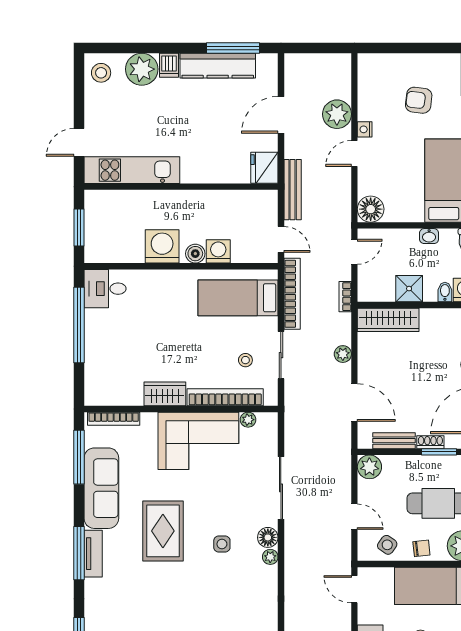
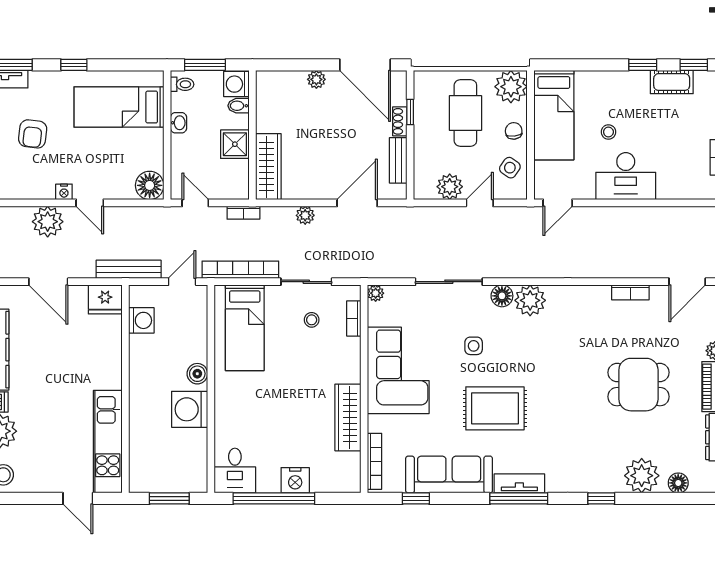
washing machine: (218, 251) -> (141, 320), moved, turned 180
nightstand: (96, 345) -> (295, 480), added
wardrobe: (165, 394) -> (348, 417), width x1.50
bookcase: (225, 397) -> (354, 318), width x0.43, depth x0.76
plant: (248, 420) -> (376, 293), moved
window: (439, 452) -> (410, 112), width x0.67
window: (79, 457) -> (416, 498), width x0.46
plant: (369, 467) -> (450, 187), moved
side table: (222, 544) -> (474, 346), moved
plant: (270, 557) -> (530, 300), width x1.87, depth x1.87

